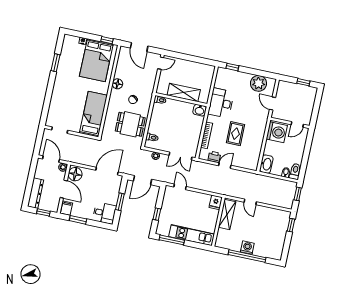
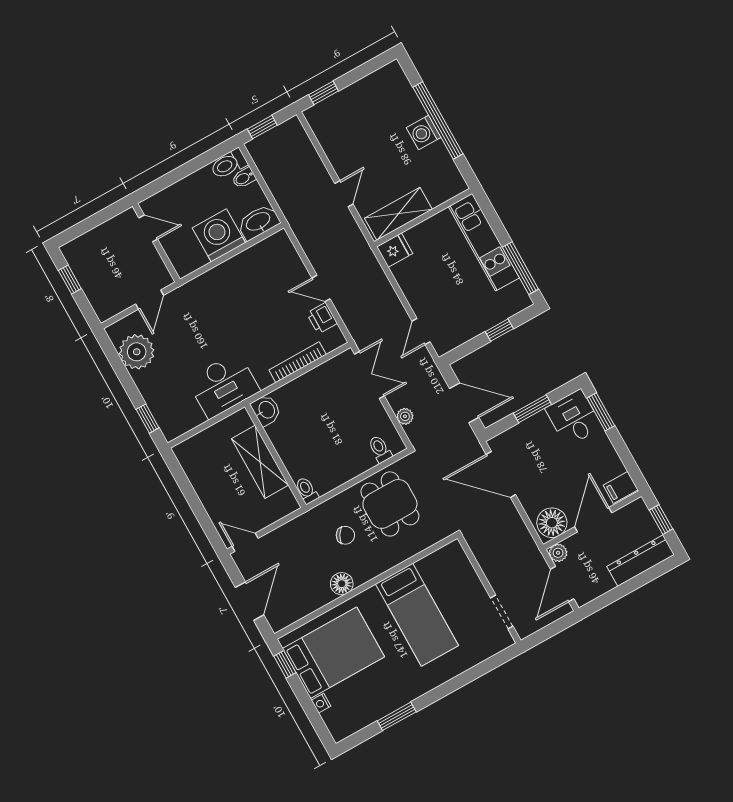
bed: (93, 114) -> (417, 615), moved, turned -90
washing machine: (277, 132) -> (219, 235), moved
rug: (235, 134) -> (253, 317), removed
window: (78, 220) -> (601, 412), moved

